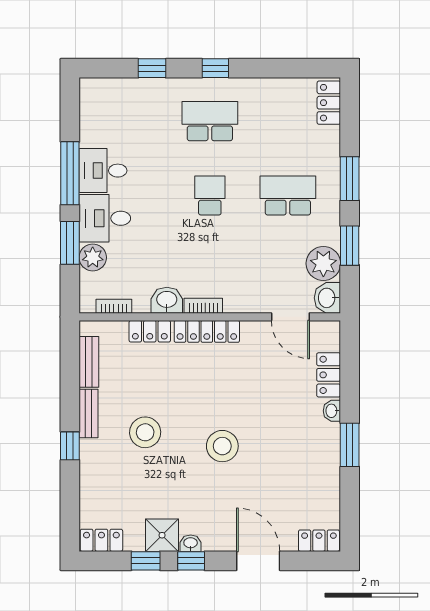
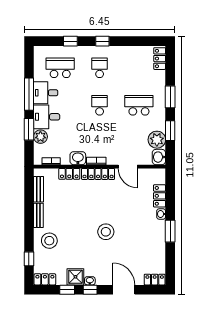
school desk: (132, 121) -> (60, 68), added
school desk: (210, 121) -> (100, 68), width x0.54
door: (290, 317) -> (128, 167), moved
stool: (145, 432) -> (49, 241), moved
window: (70, 446) -> (29, 259), moved

